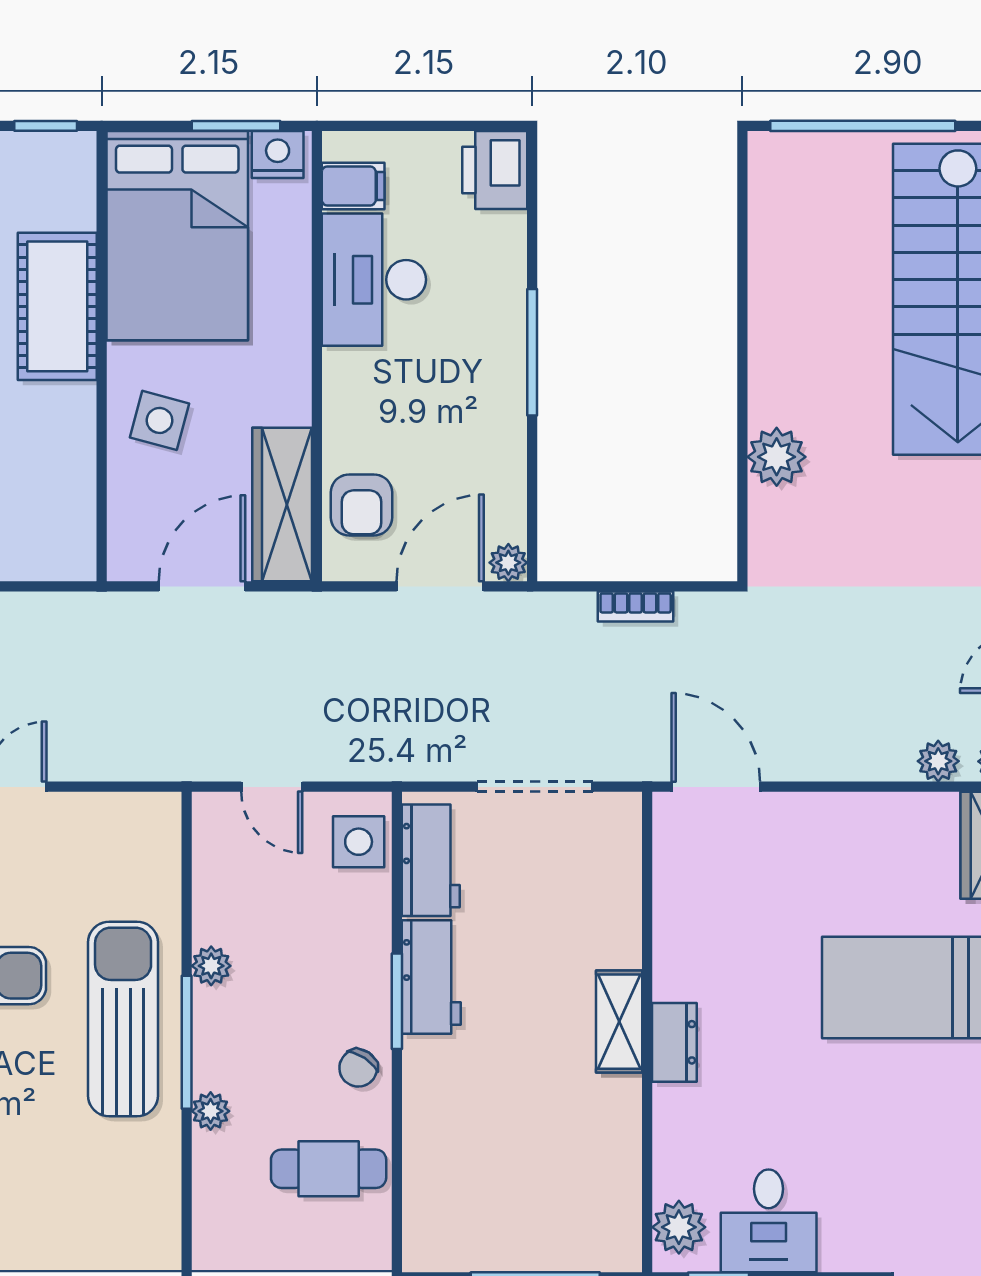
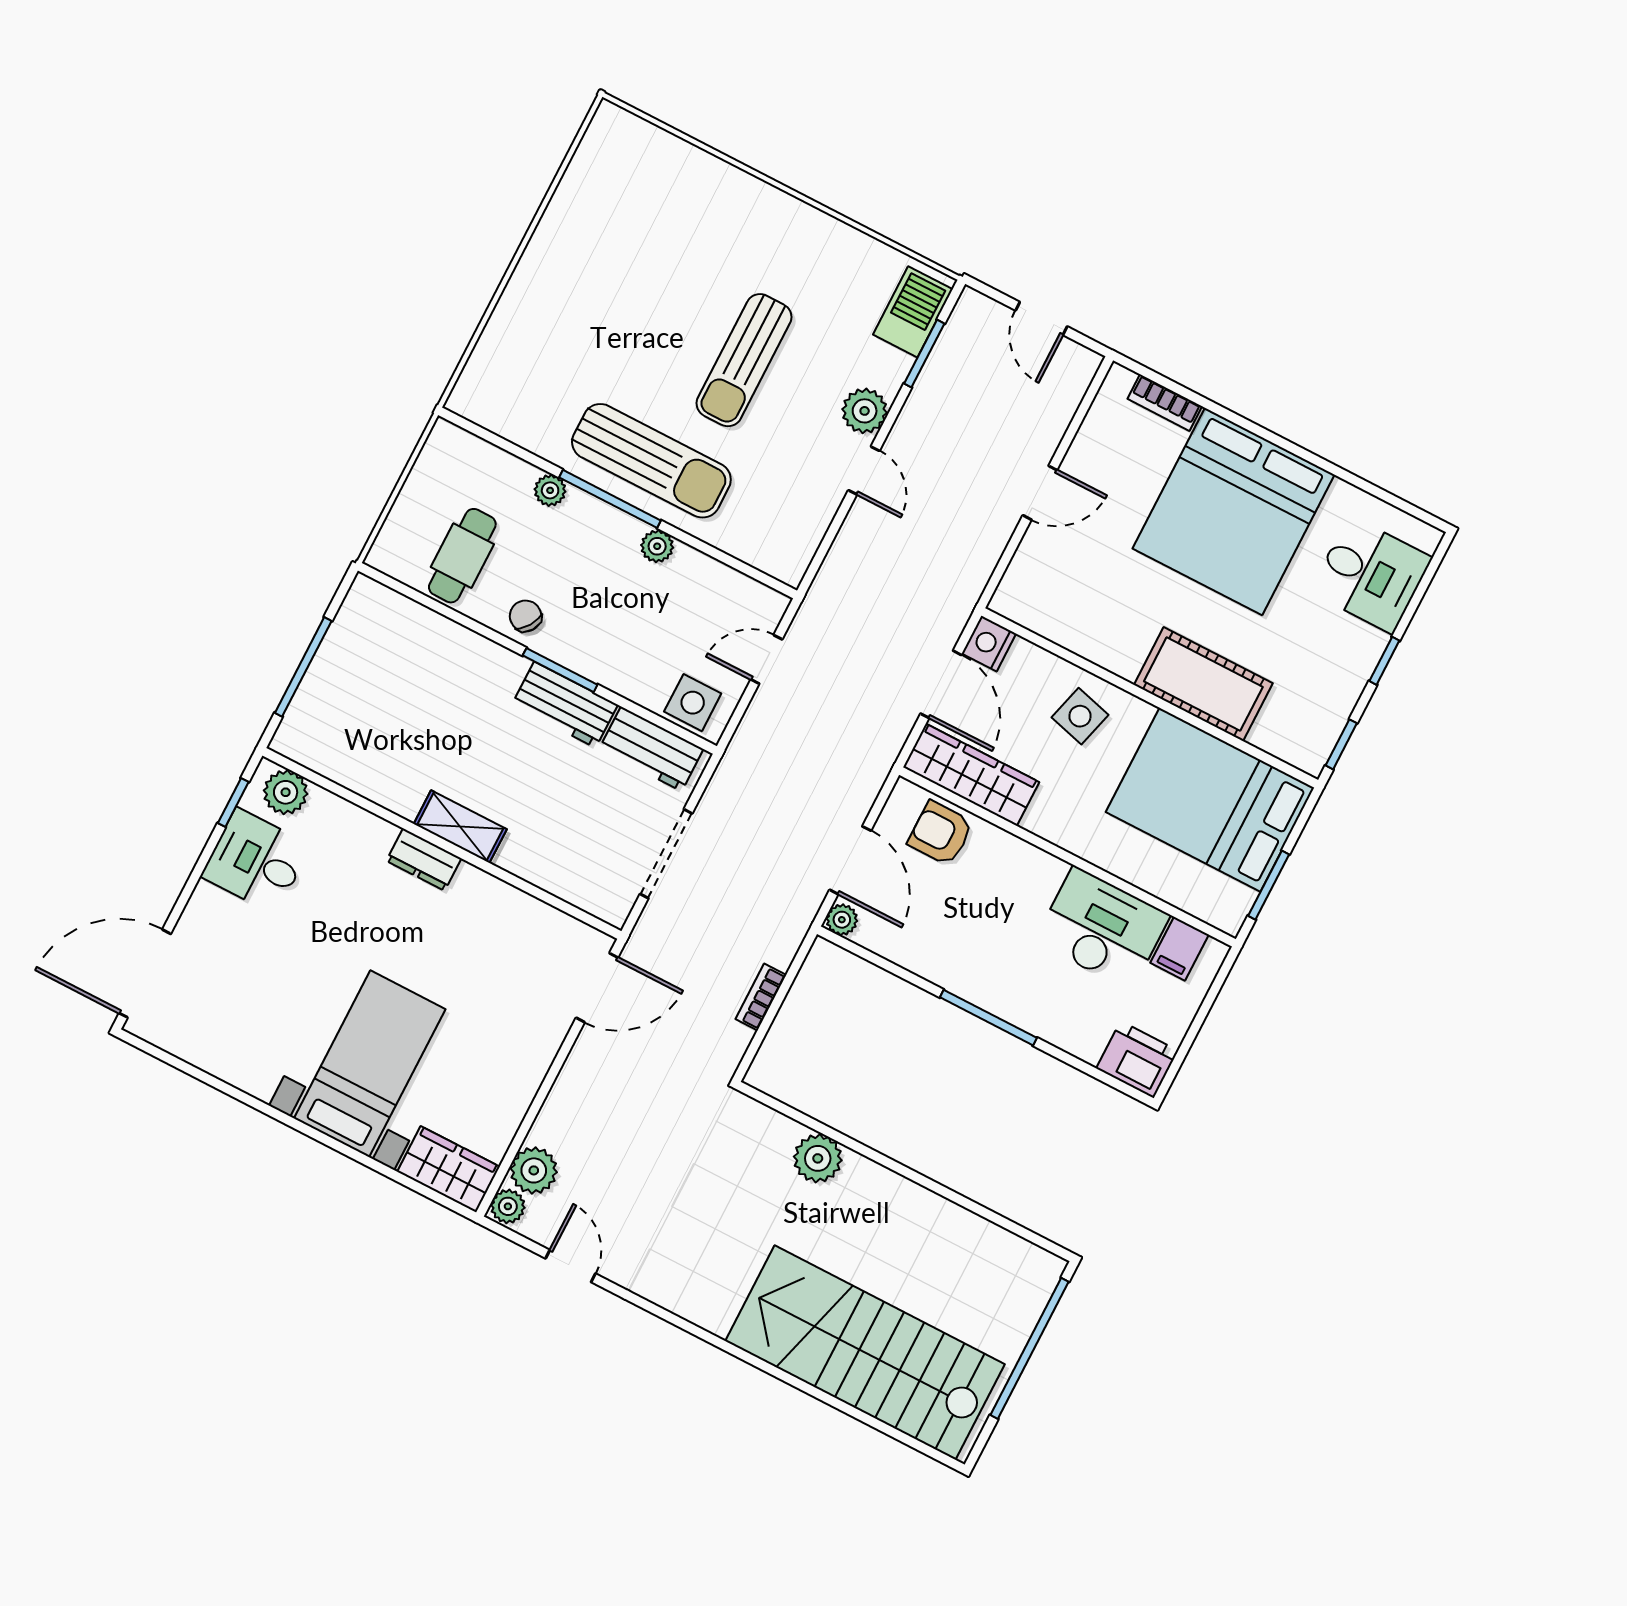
nightstand: (278, 155) -> (989, 644), moved, turned 180
plant: (938, 761) -> (534, 1170), width x1.38, depth x1.38

